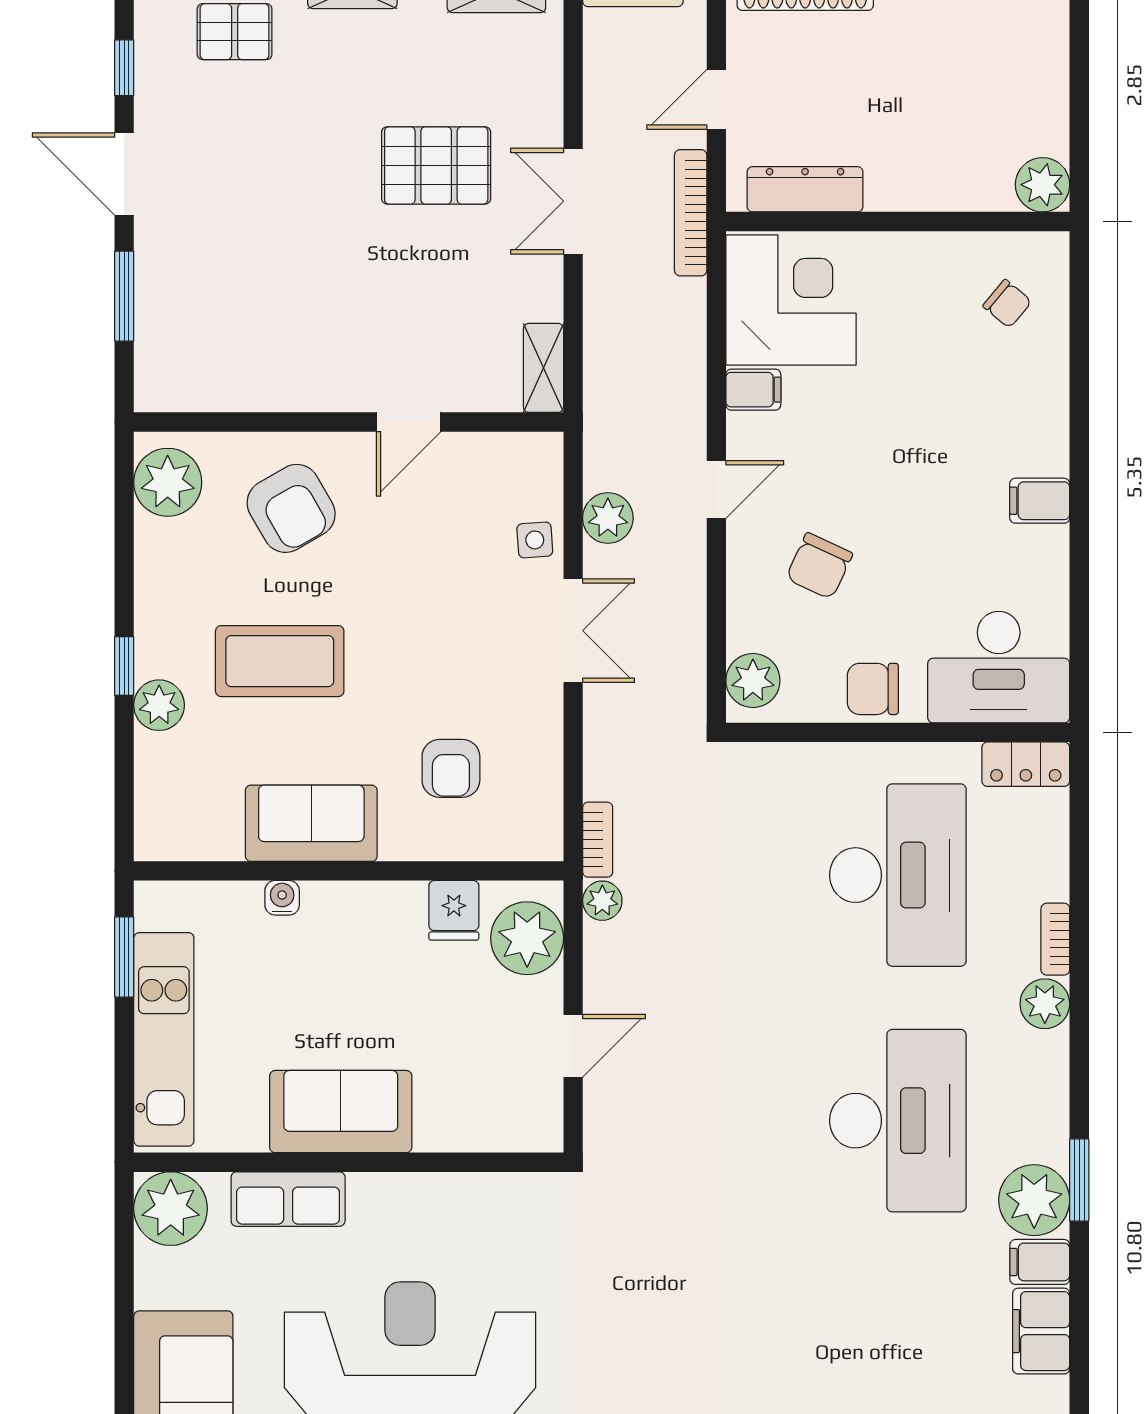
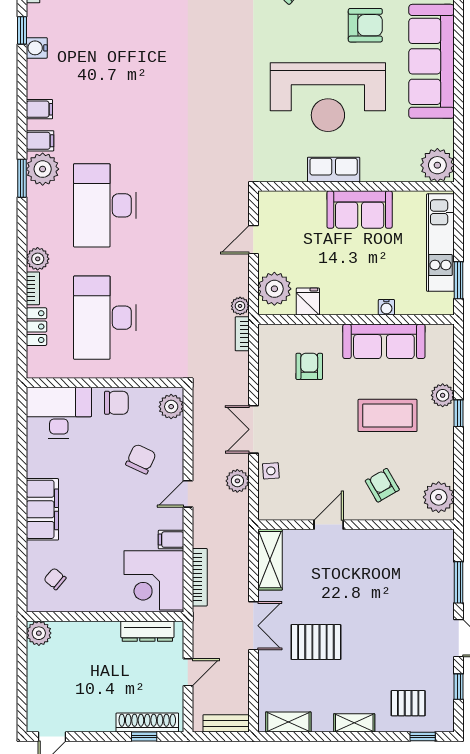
bookcase: (691, 213) -> (200, 577), moved
shelving: (543, 368) -> (270, 560), width x1.50, depth x1.33
filing cabinet: (1040, 501) -> (42, 509), width x3.00, depth x1.17
armchair: (291, 508) -> (382, 485), width x0.72, depth x0.72
locker: (1026, 764) -> (37, 327), moved, turned 90
sofa: (311, 823) -> (384, 341), width x1.36
row of seats: (288, 1199) -> (334, 170), moved
filing cabinet: (1041, 1331) -> (39, 109), width x0.50

